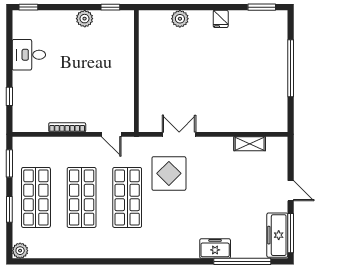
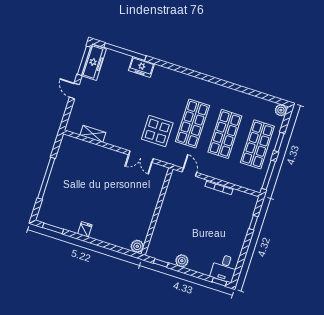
plant: (180, 19) -> (137, 246), moved
desk: (29, 55) -> (224, 268), moved, turned 90
window: (9, 163) -> (269, 175), width x1.44

